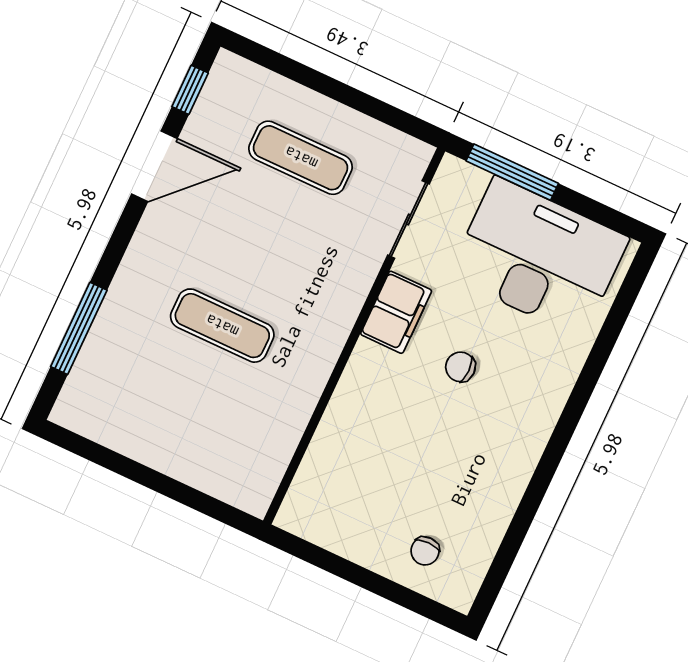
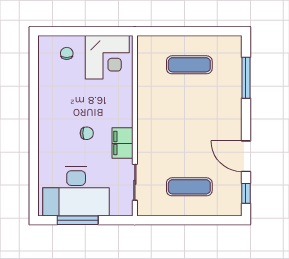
door: (154, 166) -> (246, 156), hinge flipped
window: (512, 172) -> (78, 220), moved
exercise mat: (222, 326) -> (189, 65), moved
corner desk: (345, 504) -> (107, 57), added

